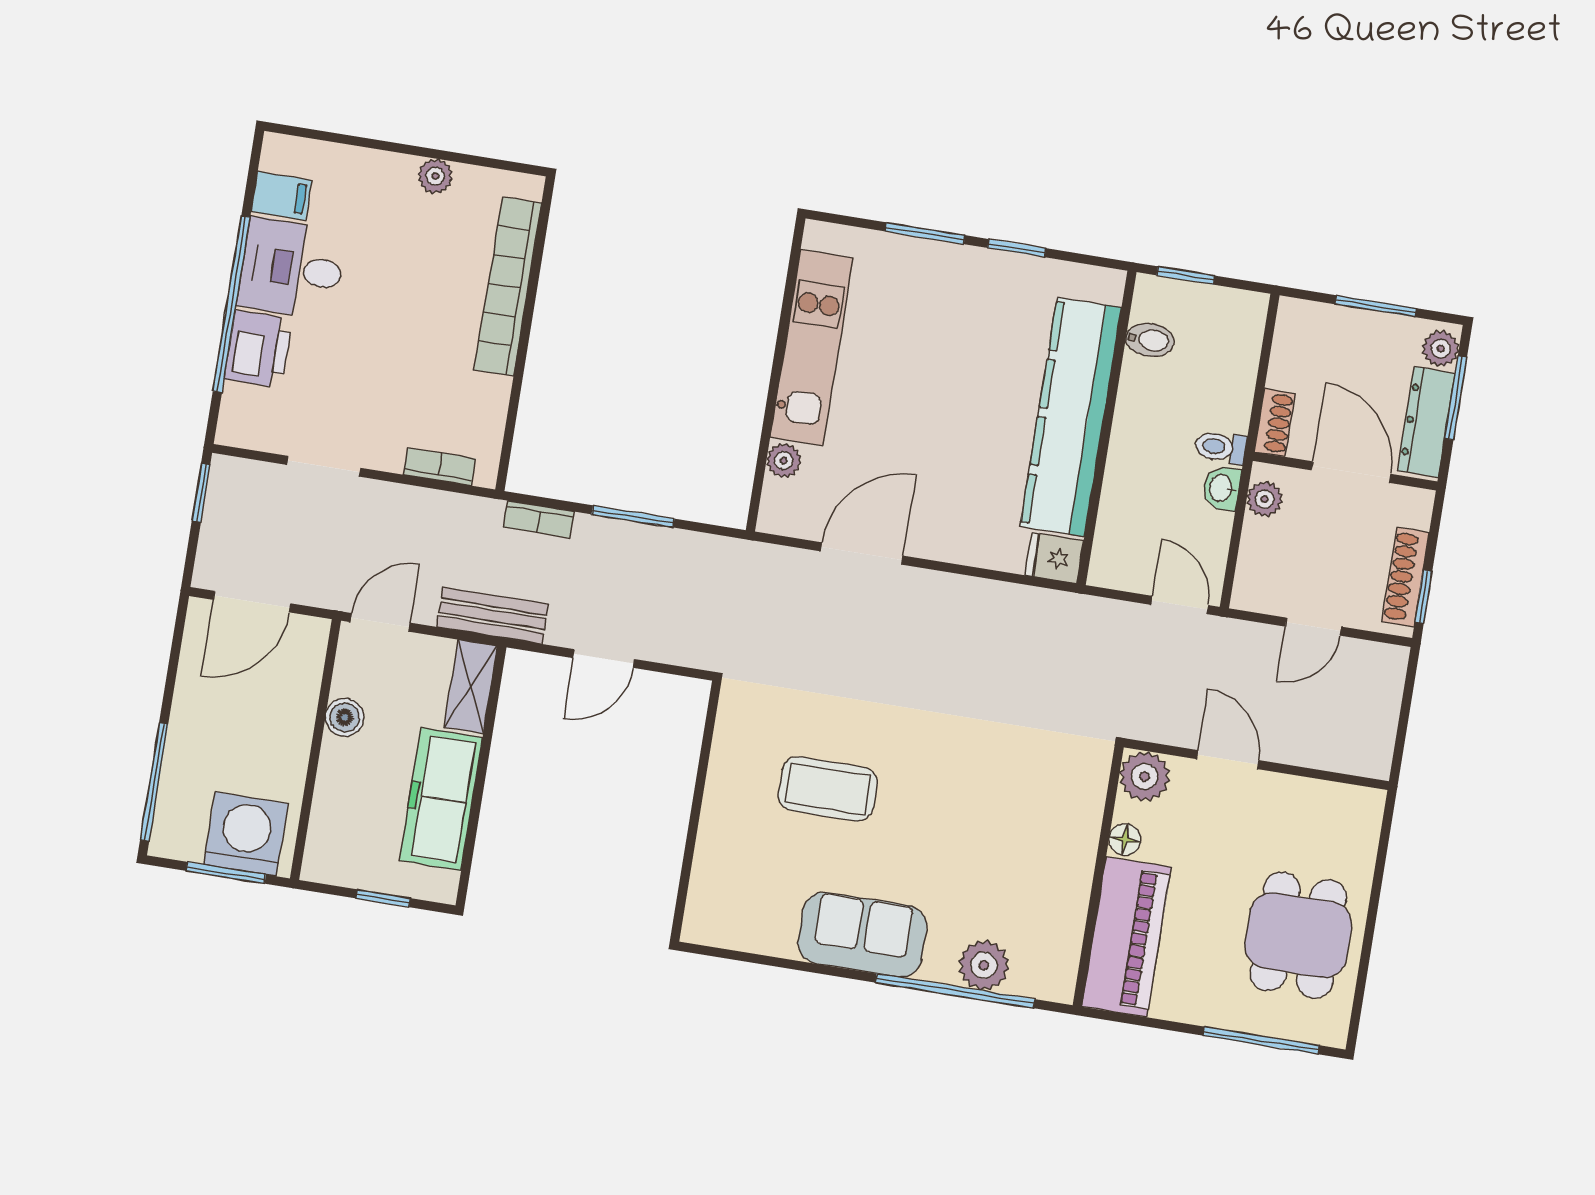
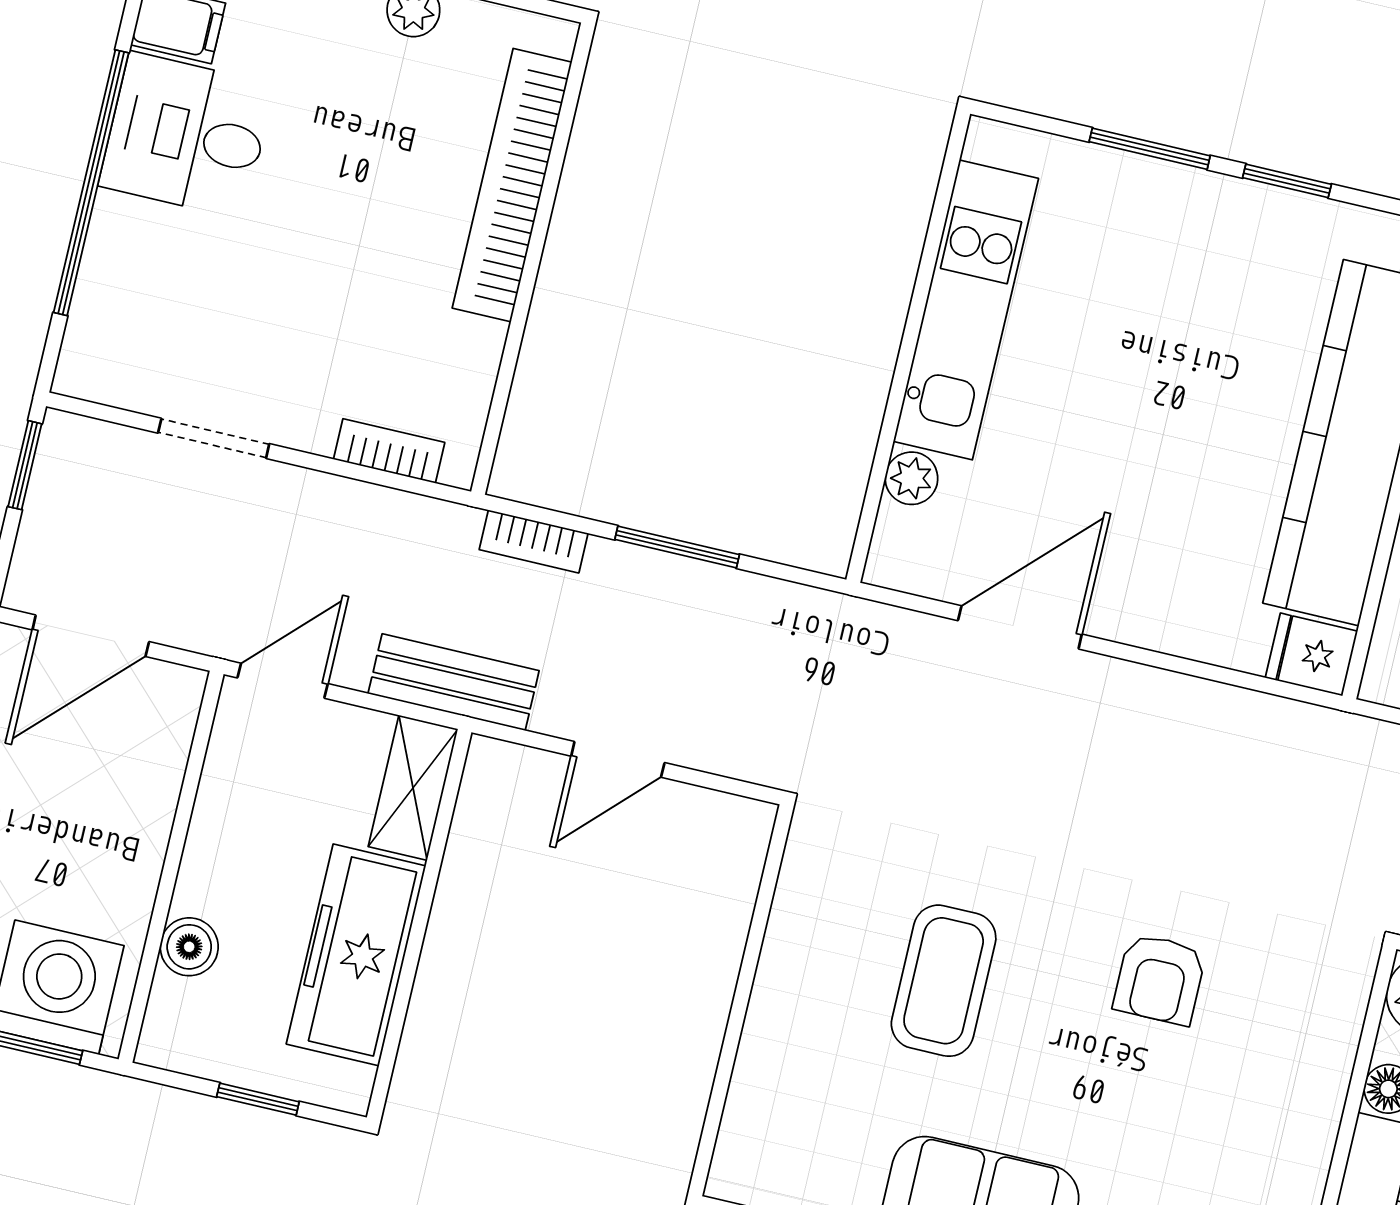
printer: (258, 349) -> (127, 253), removed
boiler: (345, 717) -> (189, 947), moved
armchair: (970, 778) -> (1160, 979), added
coffee table: (828, 789) -> (944, 981), turned 90

